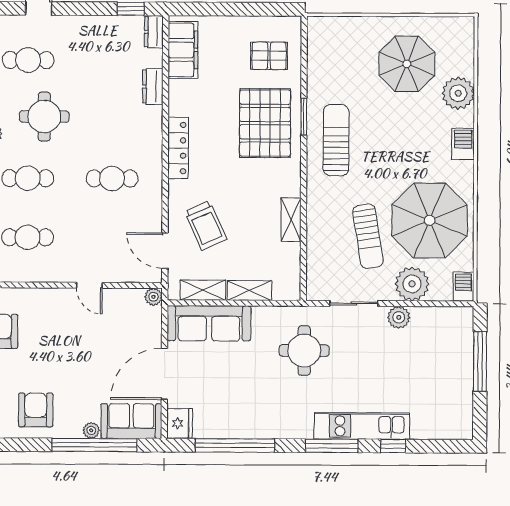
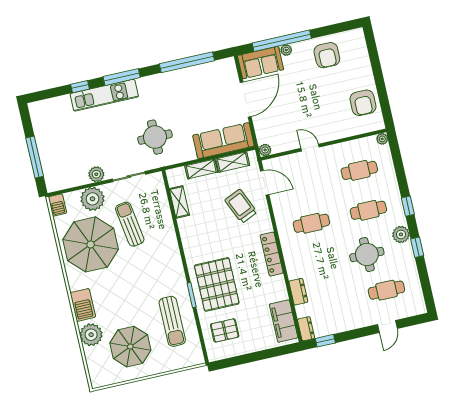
sun lounger: (336, 140) -> (172, 321), moved
barbecue: (463, 144) -> (83, 305), width x1.38, depth x1.27
shelving: (291, 220) -> (179, 202), moved
fridge: (180, 423) -> (228, 69), removed

